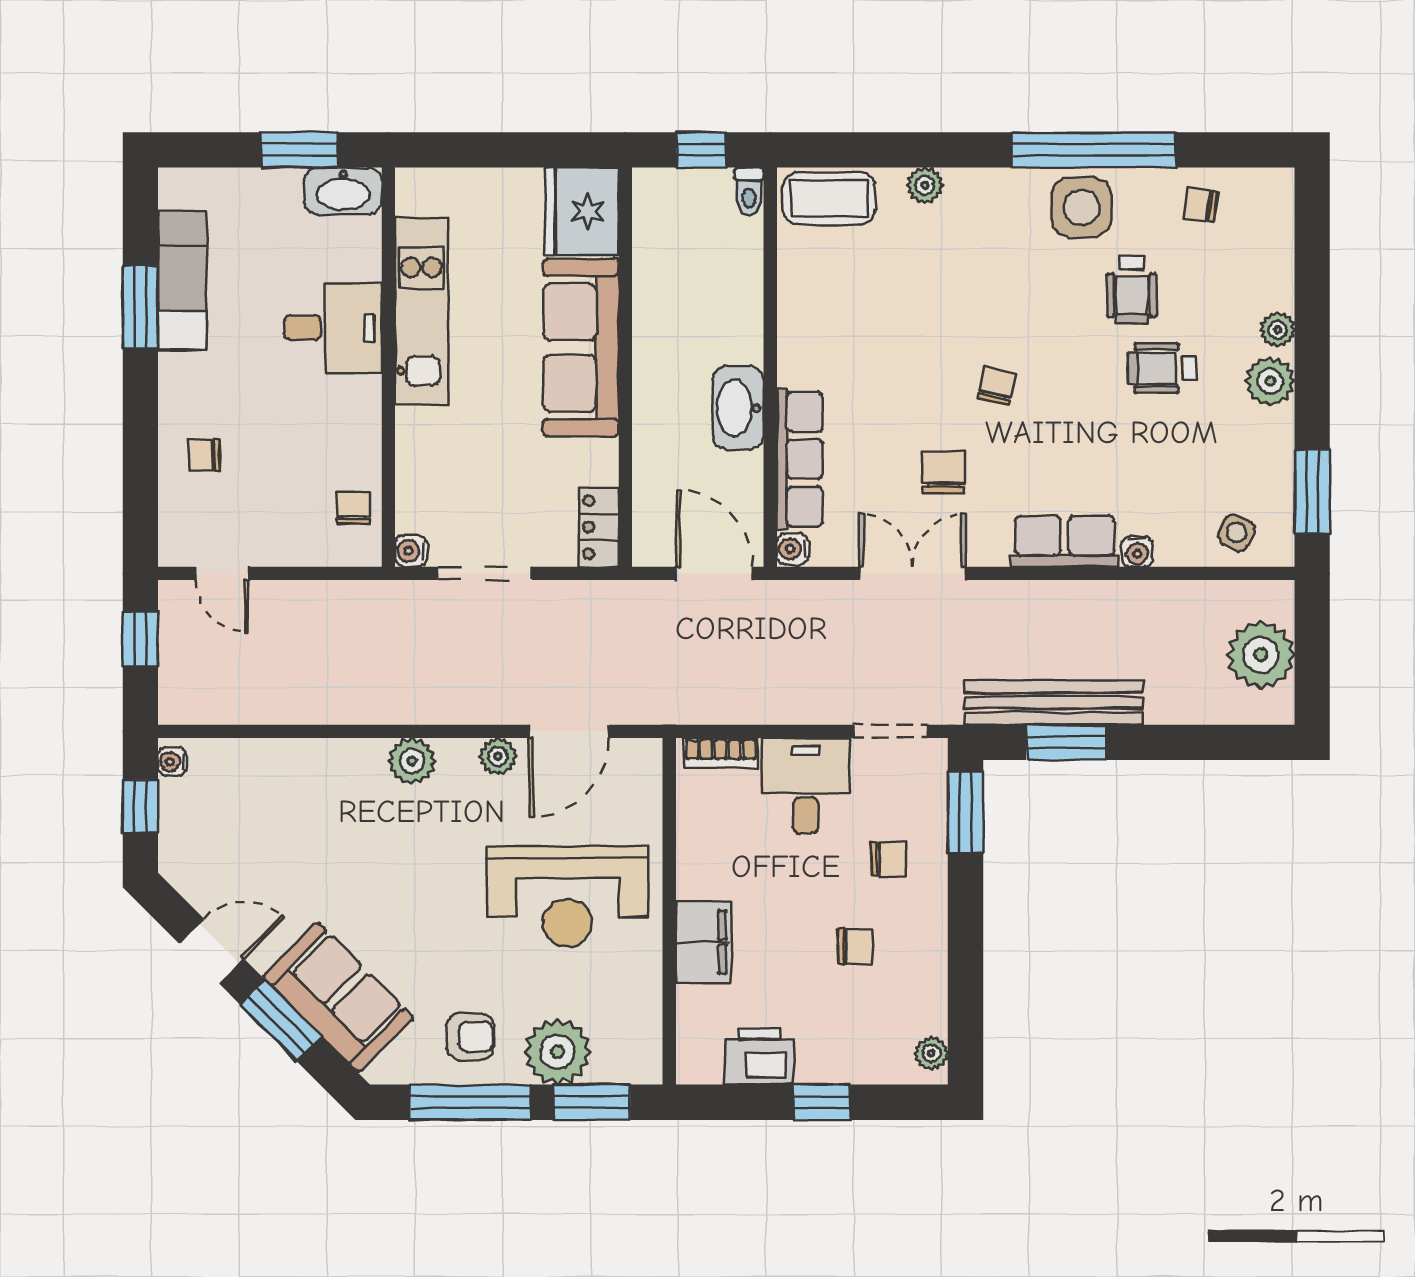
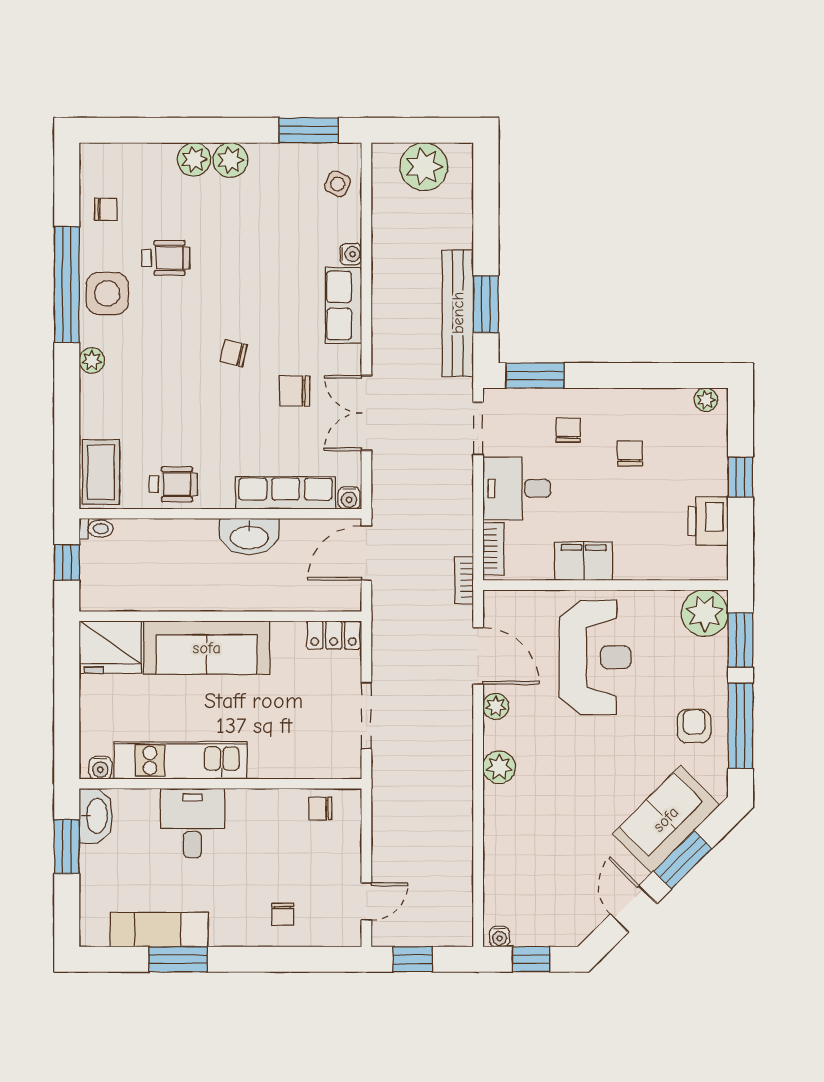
plant: (925, 185) -> (92, 360), moved
chair: (1201, 205) -> (106, 209), turned -98
plant: (1278, 330) -> (194, 159), width x1.38, depth x1.38
wheelchair: (1162, 368) -> (173, 484), moved, turned -90
water cooler: (411, 551) -> (100, 768), moved
bookcase: (676, 711) -> (464, 580), added
filing cabinet: (703, 942) -> (584, 561), moved
plant: (558, 1052) -> (705, 613), moved

